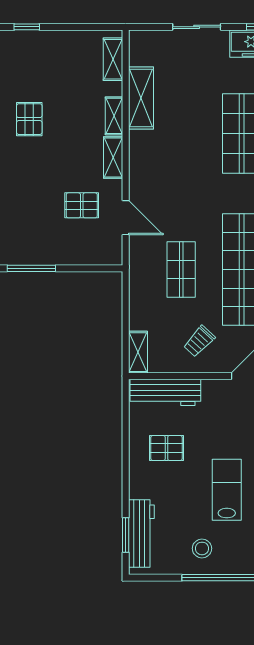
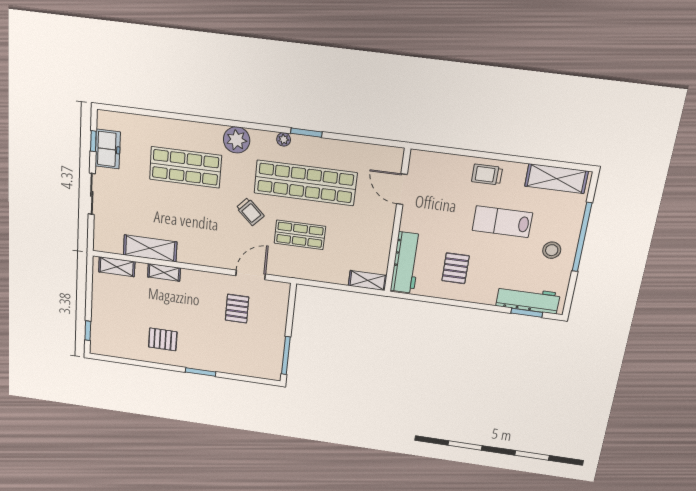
shelving: (113, 158) -> (199, 278), removed
trolley: (199, 341) -> (250, 212), moved

